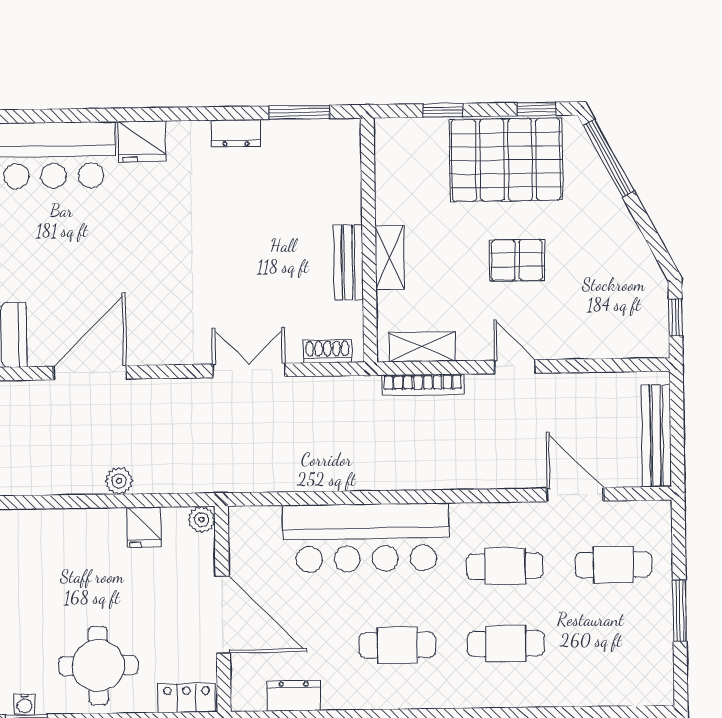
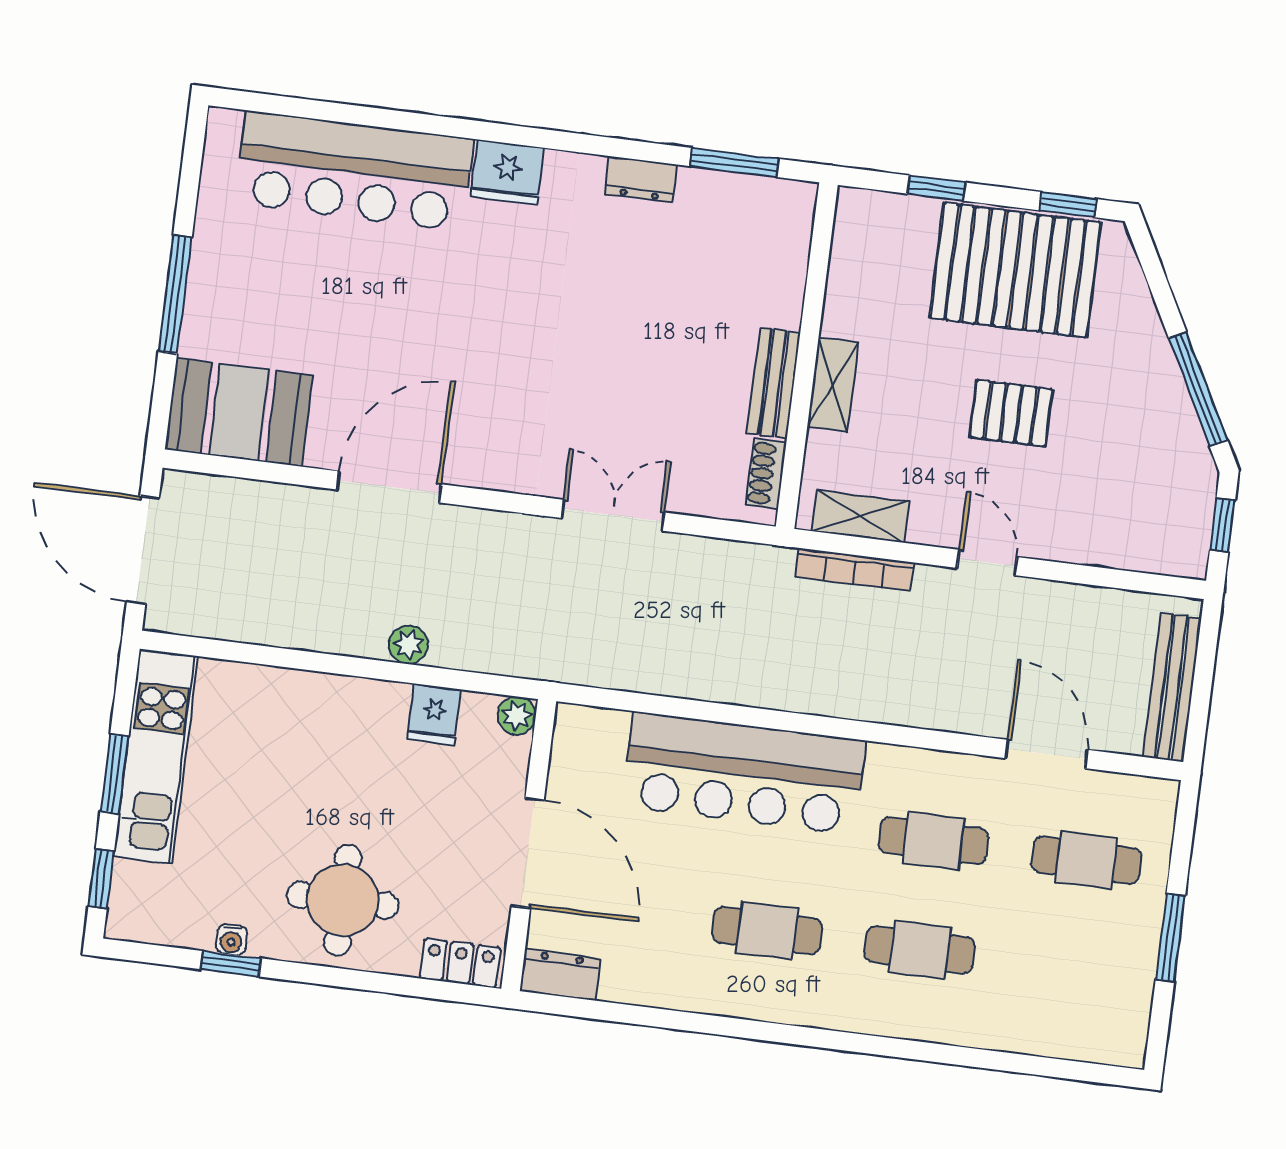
window: (609, 158) -> (1198, 389), moved
shoe rack: (327, 351) -> (766, 474), moved, turned -90
dresser: (294, 696) -> (560, 975), moved

